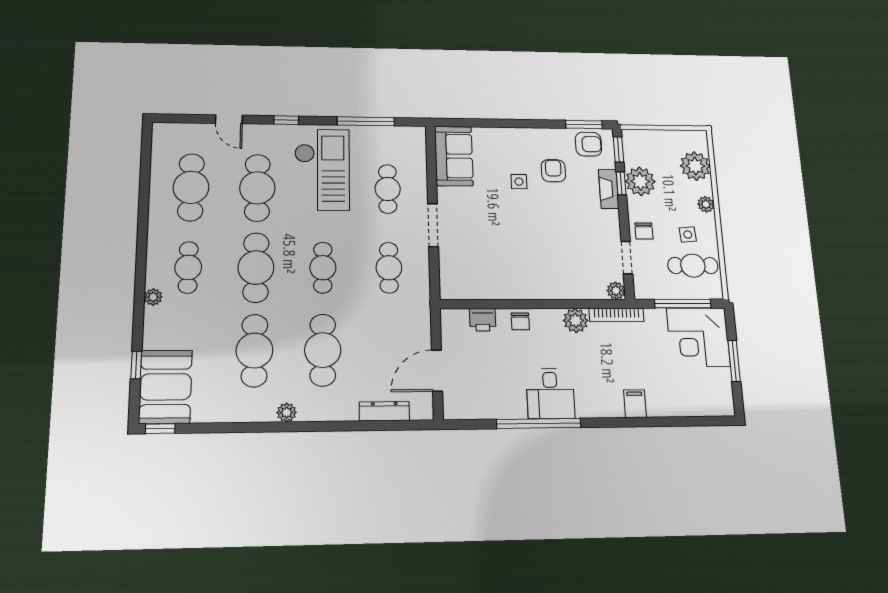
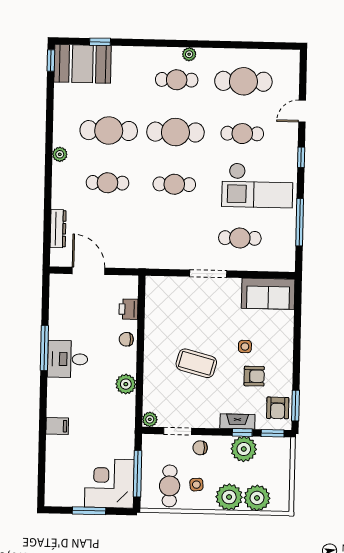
cafe table: (257, 188) -> (242, 134), width x0.73, depth x0.74
plant: (706, 204) -> (229, 497), width x1.87, depth x1.87
coffee table: (543, 237) -> (196, 363), added
cafe table: (389, 268) -> (173, 237), removed
plant: (153, 297) -> (189, 54), moved
bookcase: (617, 315) -> (130, 418), removed
cafe table: (323, 350) -> (108, 183), width x0.73, depth x0.74
window: (539, 423) -> (44, 348), width x0.68

